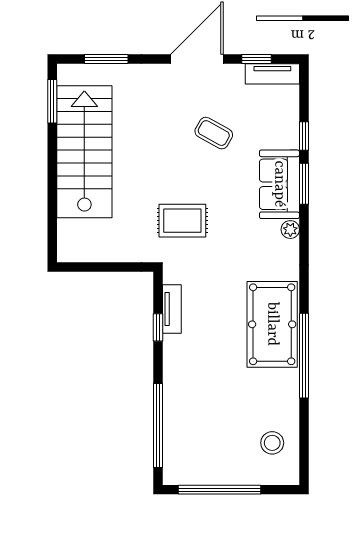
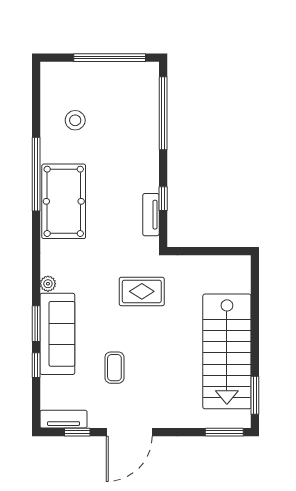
window: (106, 59) -> (224, 432), moved
coffee table: (214, 133) -> (114, 368), turned 61
sofa: (279, 184) -> (57, 334), width x1.36
stool: (272, 443) -> (75, 120), moved

